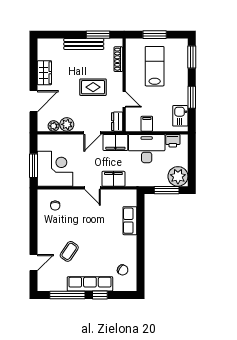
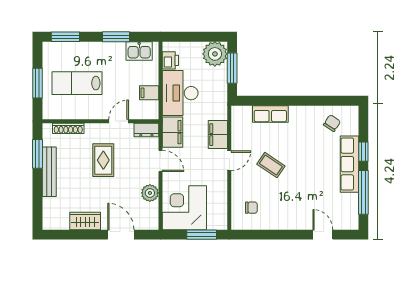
plant: (54, 126) -> (152, 210), removed
corner desk: (55, 169) -> (184, 208), moved
coffee table: (69, 251) -> (271, 165), moved

